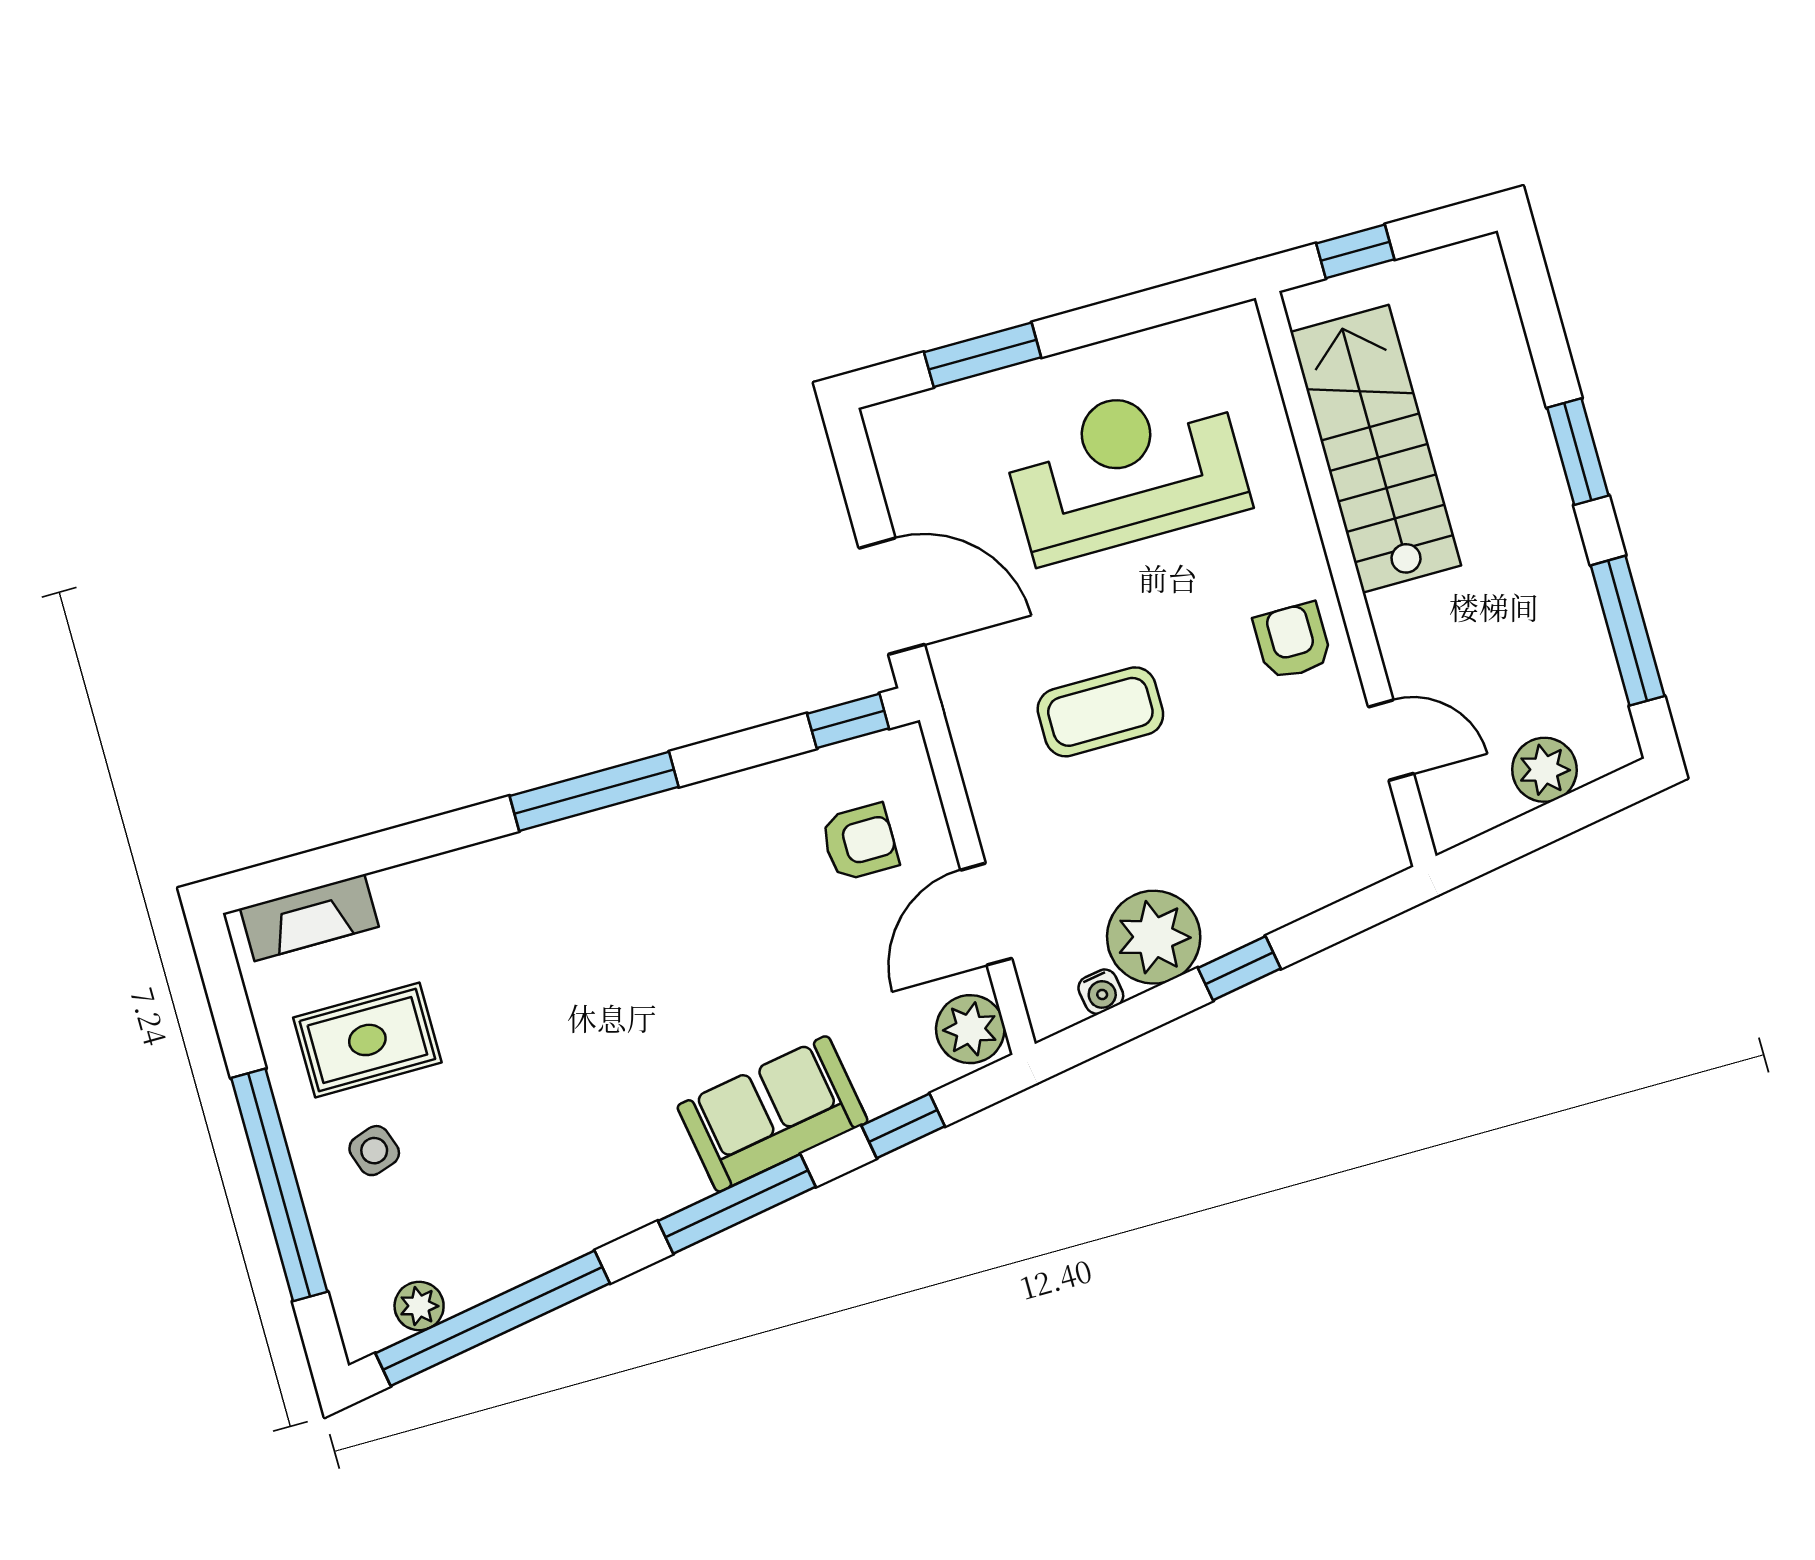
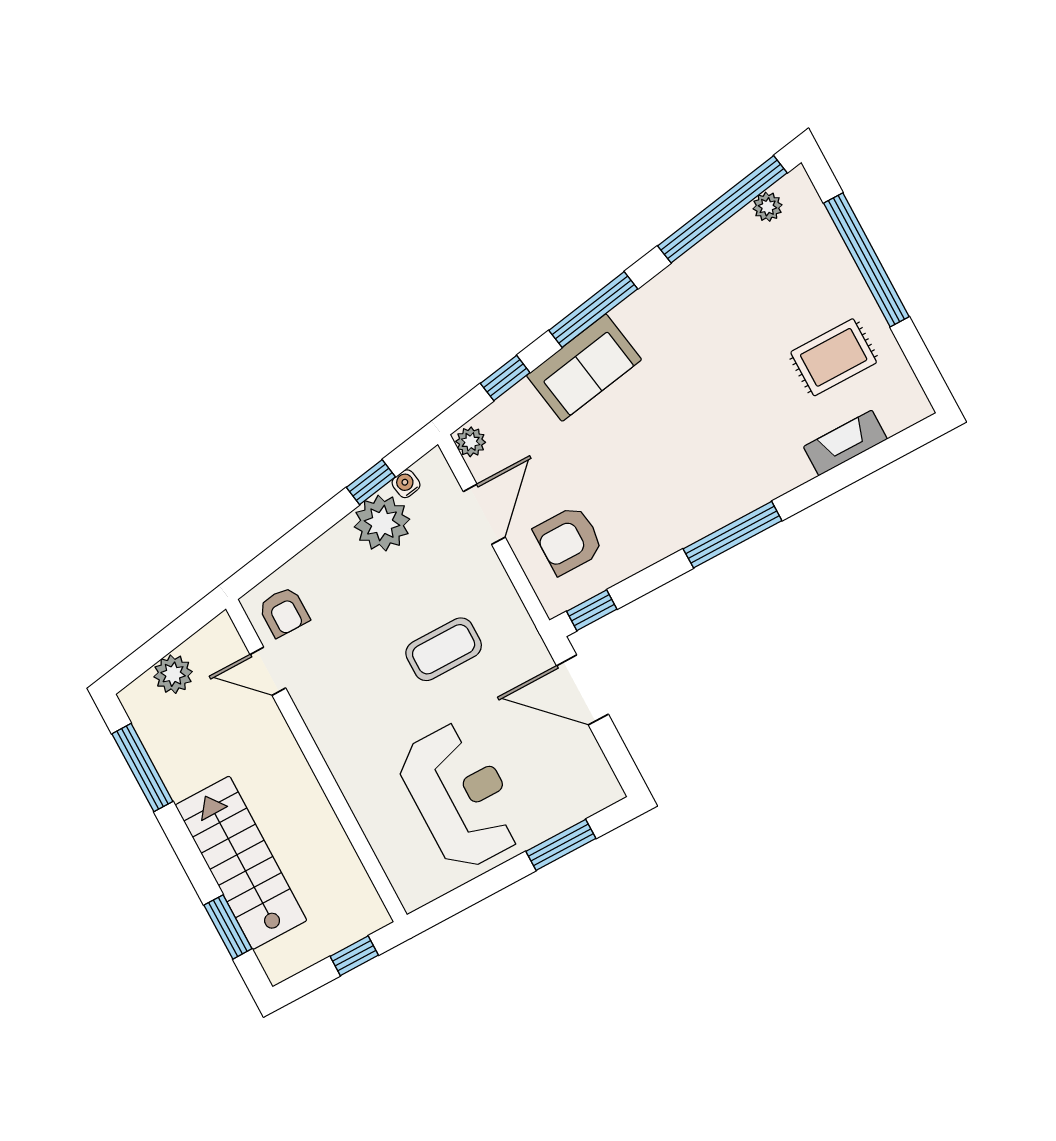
stairs: (1376, 449) -> (241, 863), moved, turned 180
window: (1578, 452) -> (228, 927), moved
reception desk: (1126, 470) -> (461, 796), turned -90
armchair: (1292, 641) -> (284, 612), moved
armchair: (860, 842) -> (569, 540), width x1.38, depth x1.38
fireplace: (309, 918) -> (845, 443), moved
window: (1239, 968) -> (371, 482), moved
plant: (970, 1029) -> (471, 442), width x0.73, depth x0.73
side table: (374, 1151) -> (815, 293), removed

